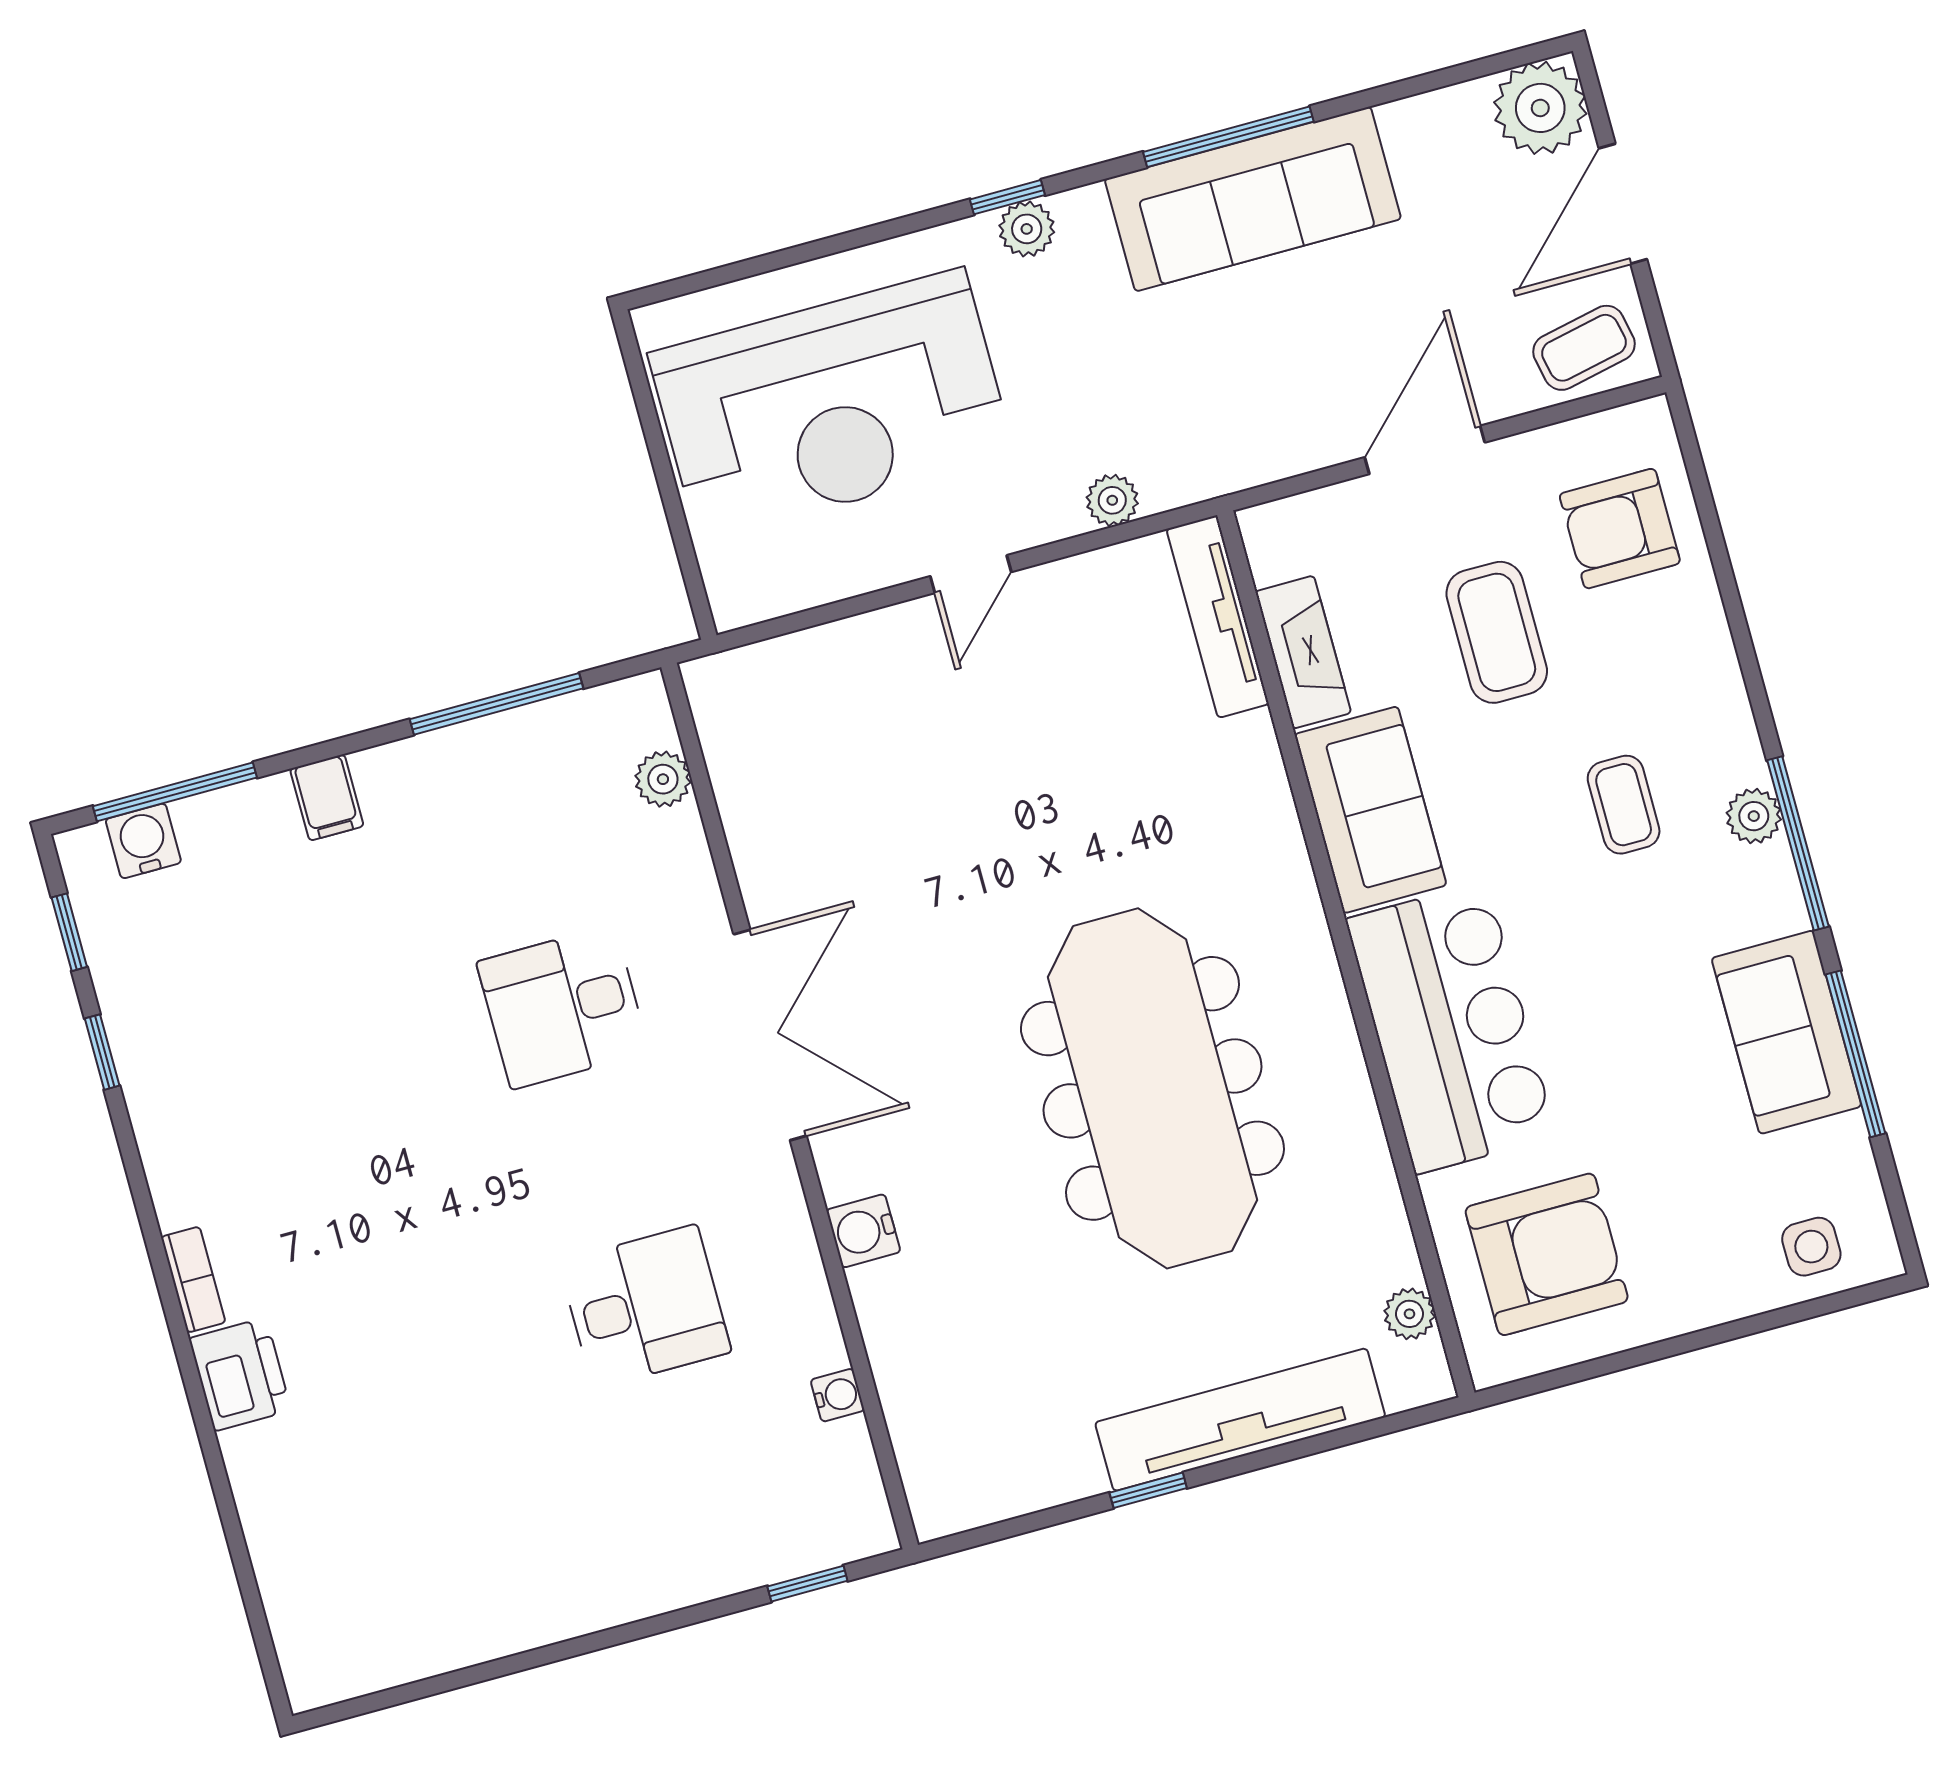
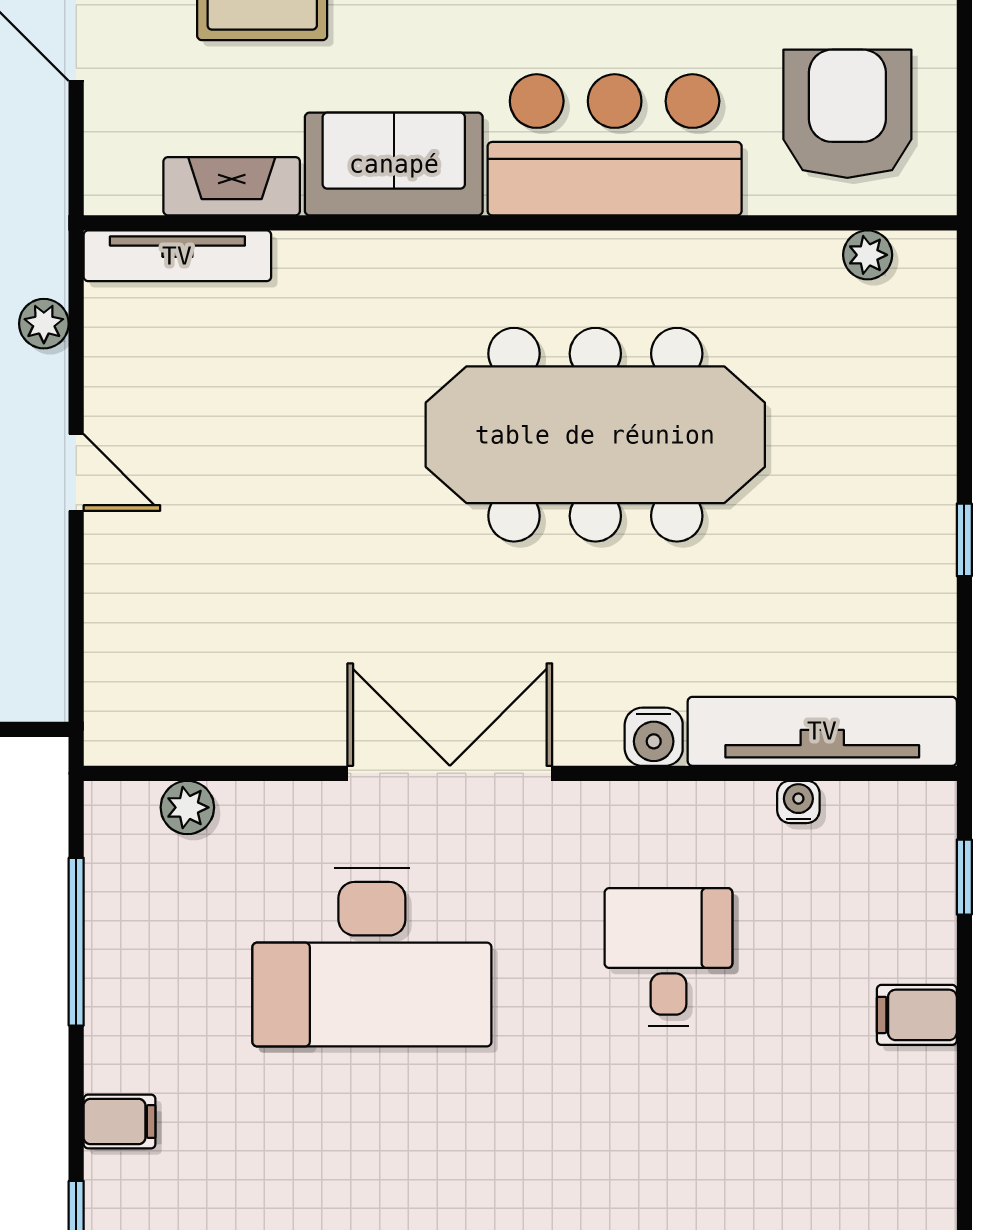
desk: (563, 1007) -> (372, 957), width x1.87, depth x1.30
tv unit: (1240, 1420) -> (822, 731), moved, turned 90
filing cabinet: (655, 1574) -> (917, 1015), added

